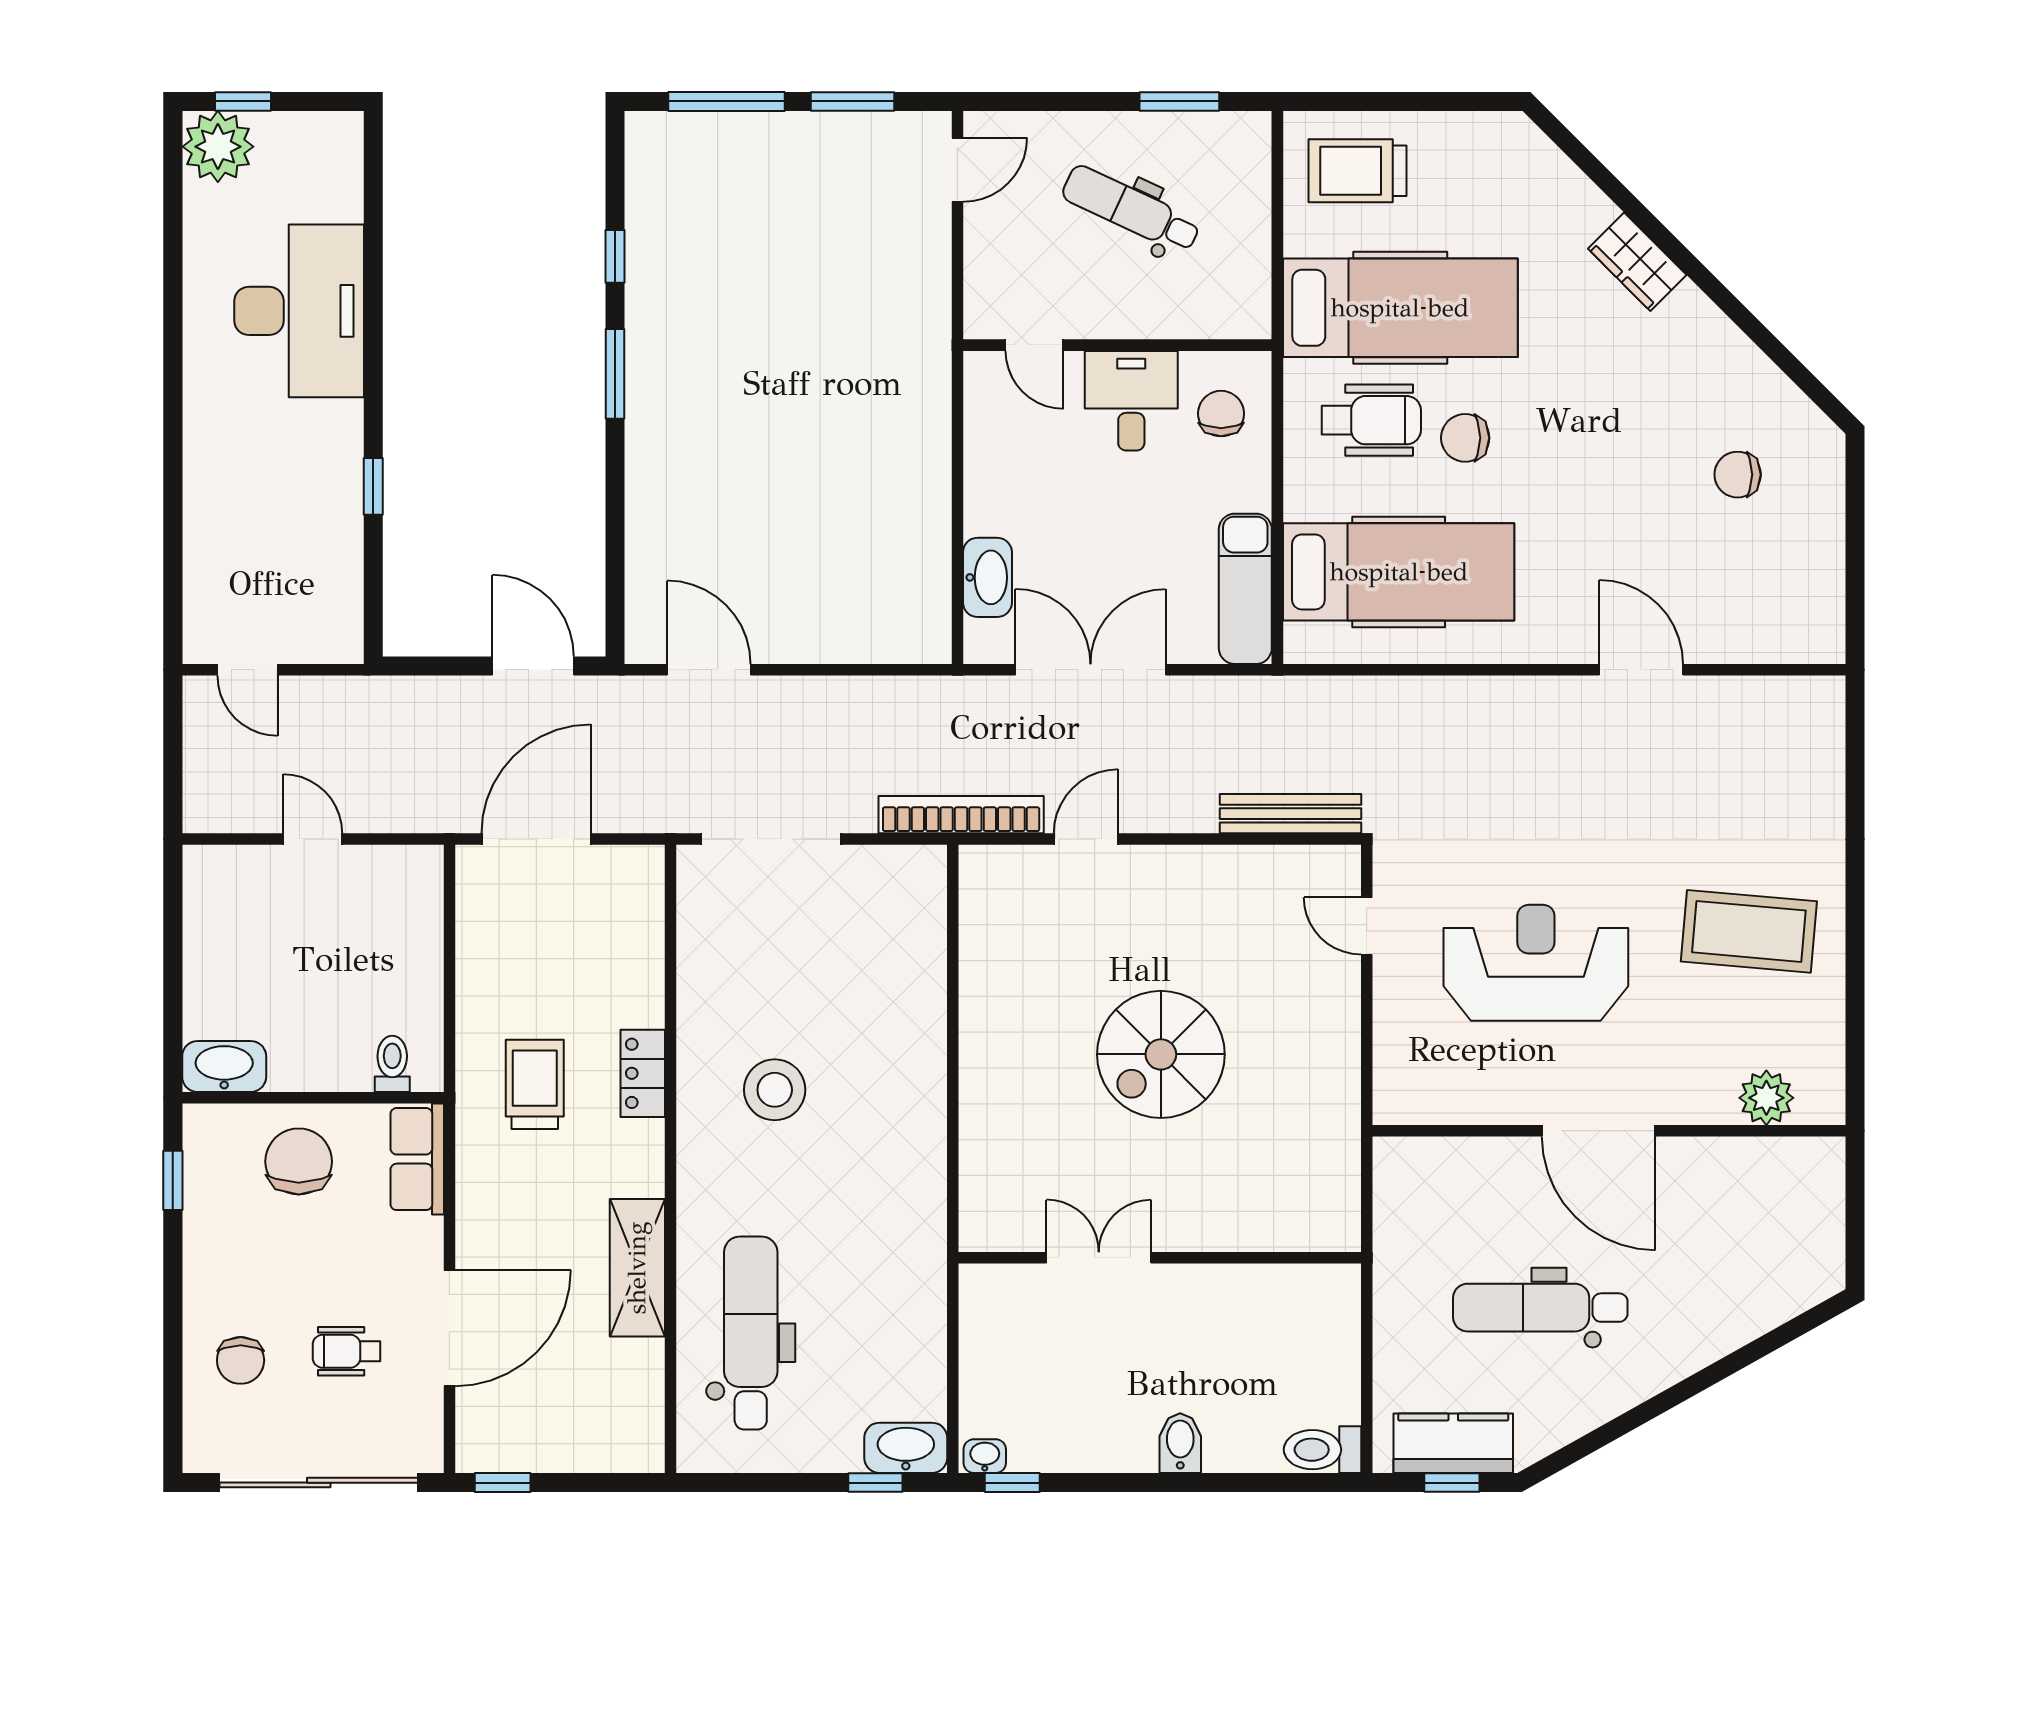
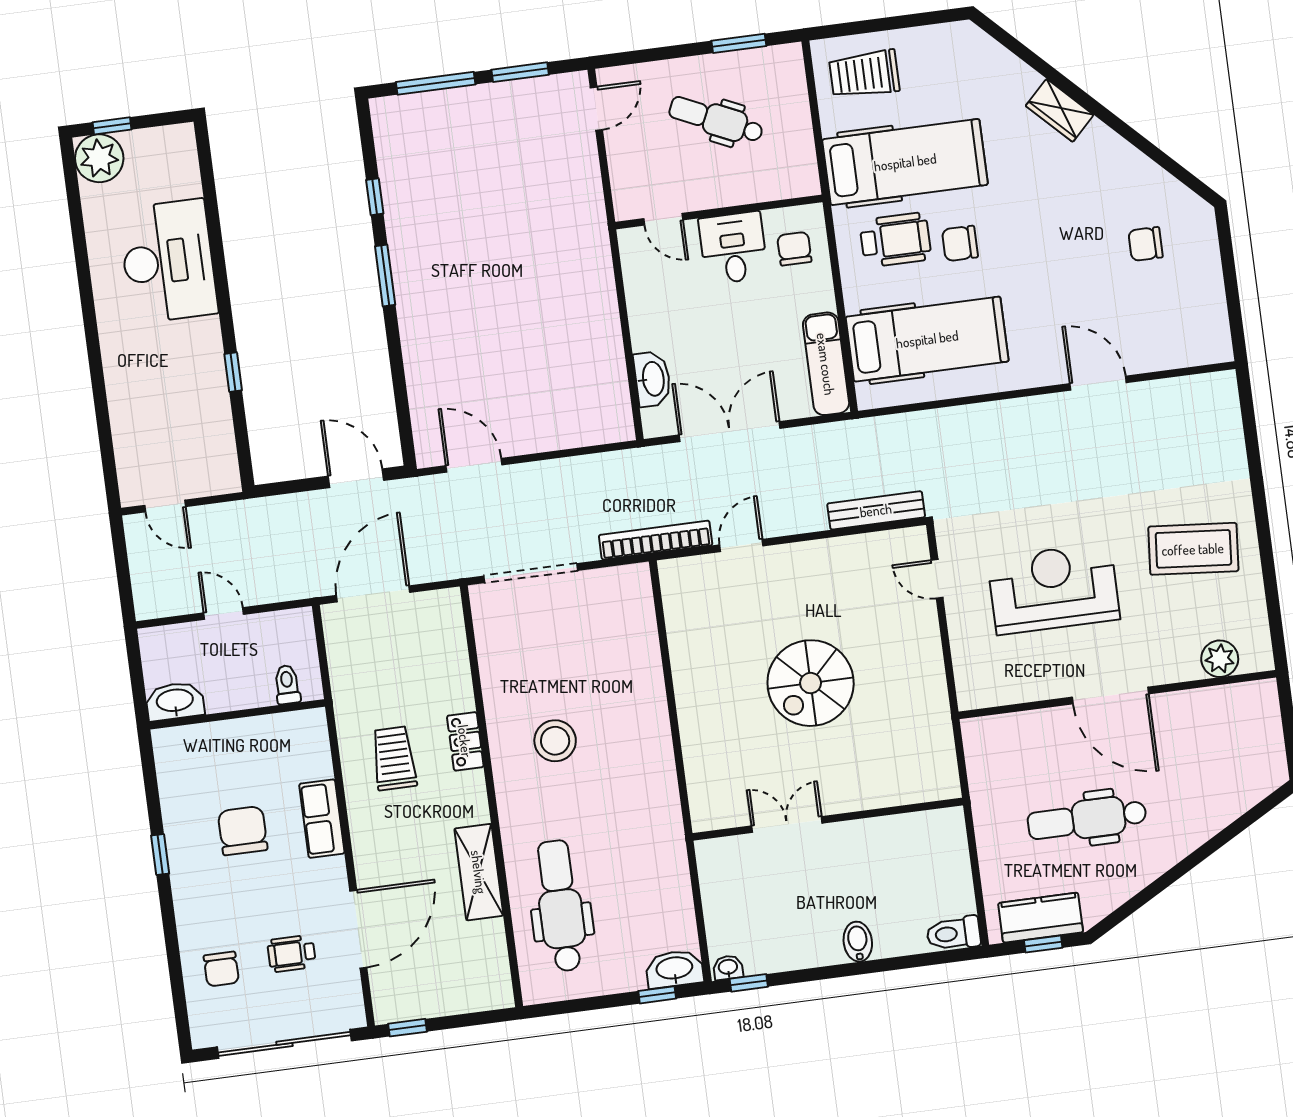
toilet: (392, 1064) -> (287, 685), moved
washbasin: (224, 1067) -> (175, 701), moved
wall: (313, 1098) -> (237, 714), moved

